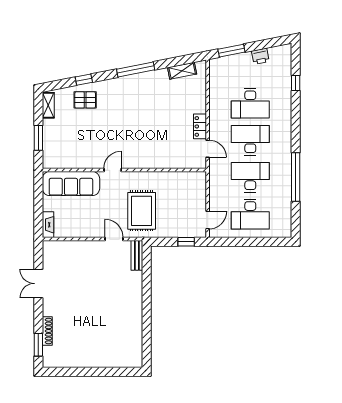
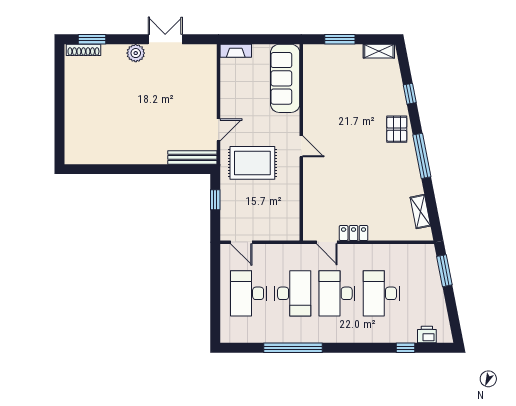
printer: (260, 56) -> (427, 335), moved, turned 101
pallet: (85, 100) -> (397, 129), moved
desk: (250, 140) -> (337, 293), turned 180
door: (208, 149) -> (327, 242), hinge flipped
door: (113, 170) -> (301, 146), moved
window: (186, 242) -> (215, 200), moved
bench: (137, 255) -> (192, 157), width x1.36
plant: (50, 308) -> (136, 53), added
shoe rack: (47, 331) -> (83, 50), moved

